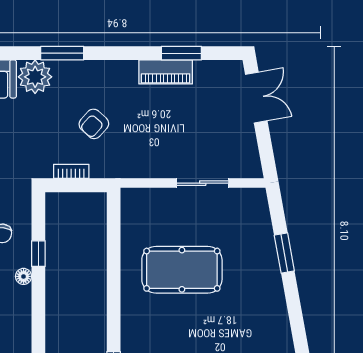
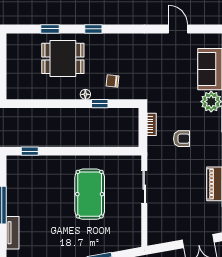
armchair: (94, 124) -> (182, 139), turned 138
sliding door: (203, 183) -> (144, 187), moved

